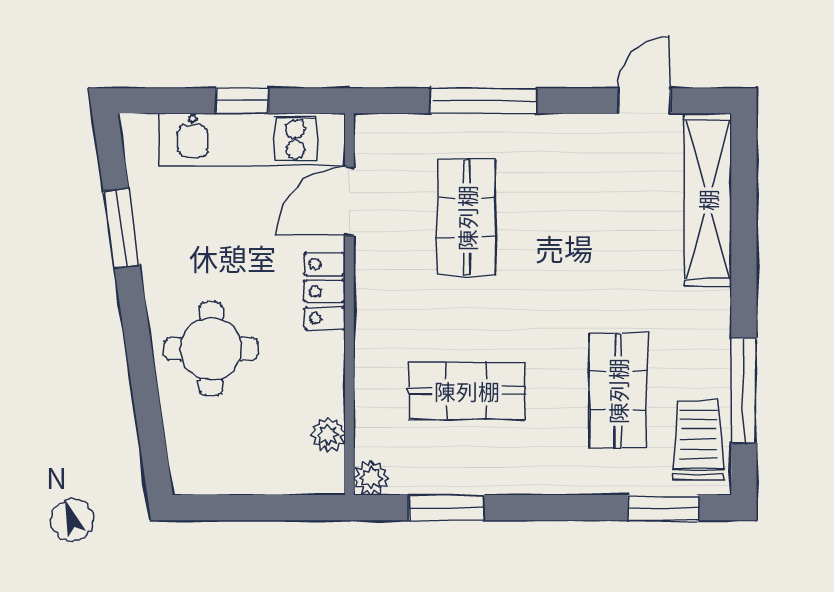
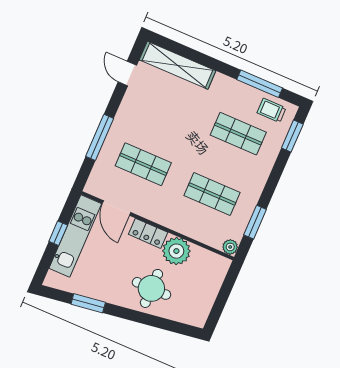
shop shelf: (467, 391) -> (212, 194), turned 90
plant: (328, 435) -> (176, 251), moved, width x1.88, depth x1.88
trolley: (698, 440) -> (272, 110), width x0.73, depth x0.72

